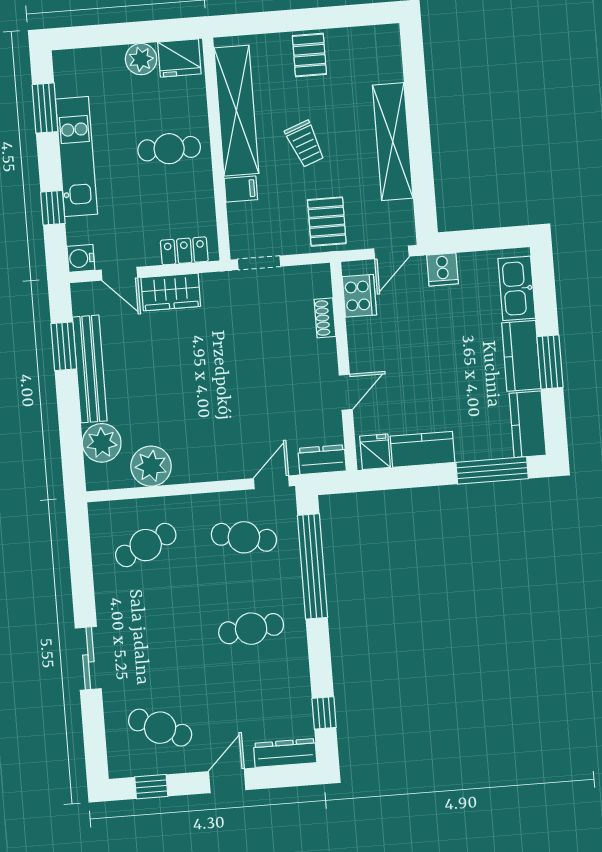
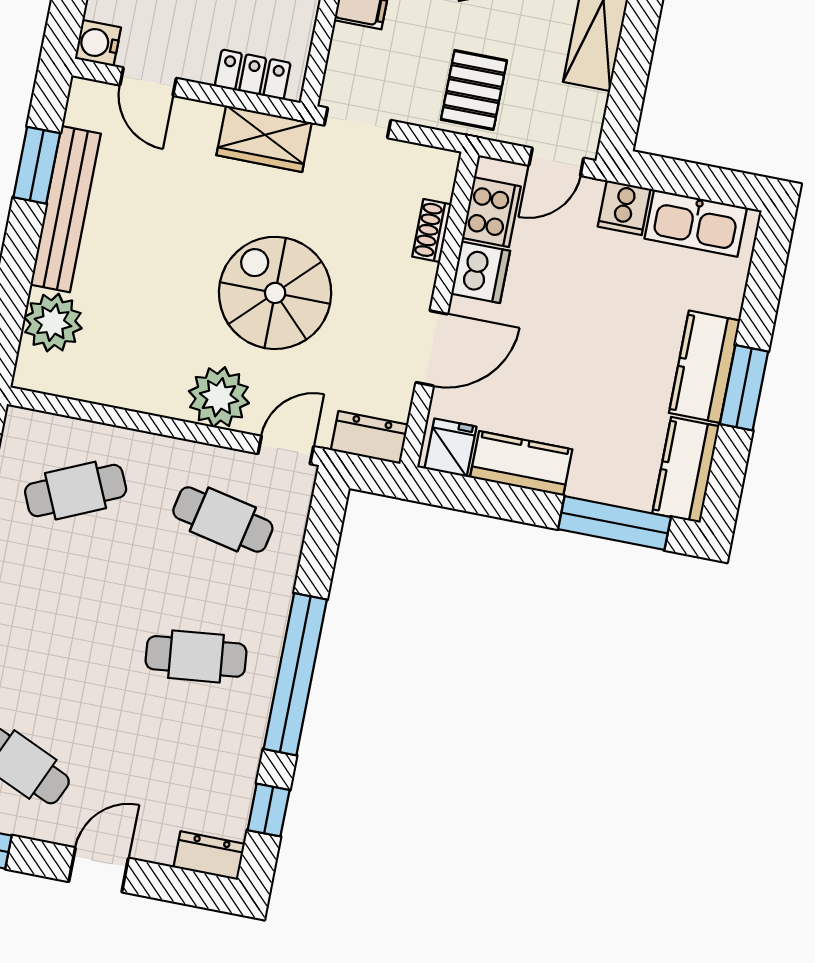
kitchen sink: (517, 288) -> (696, 223), moved, turned -90
wardrobe: (171, 292) -> (264, 139), moved
dishwasher: (363, 336) -> (481, 272), added
spiral stairs: (237, 385) -> (275, 293), added
door: (346, 392) -> (432, 348), width x1.38
plant: (151, 466) -> (219, 397), moved
window: (313, 566) -> (295, 674), moved
dresser: (285, 753) -> (209, 856), width x0.70

